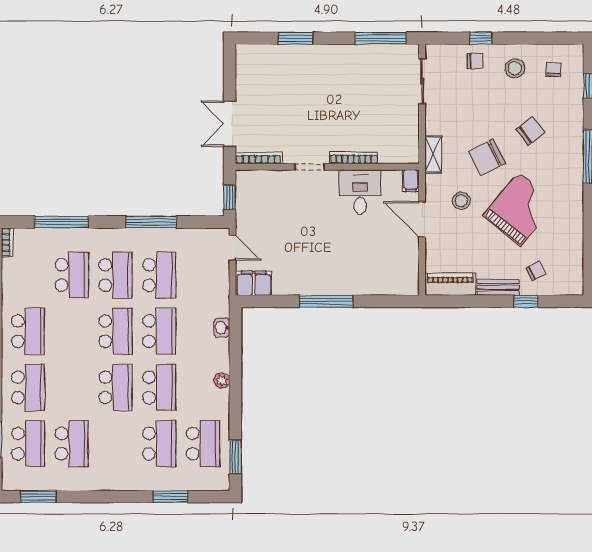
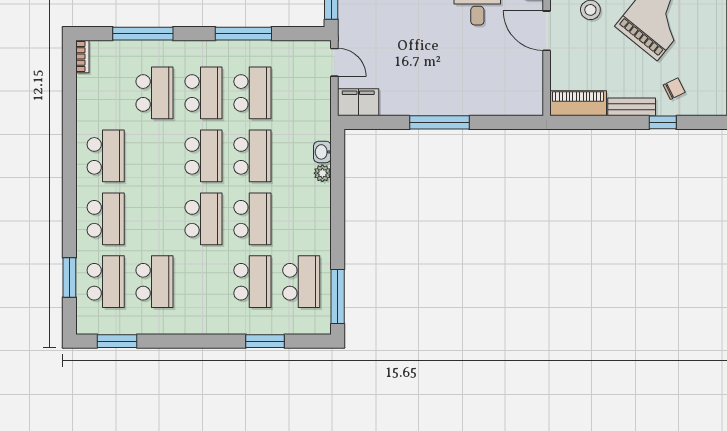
plant: (222, 381) -> (322, 173), moved
window: (235, 457) -> (338, 296), width x1.44

